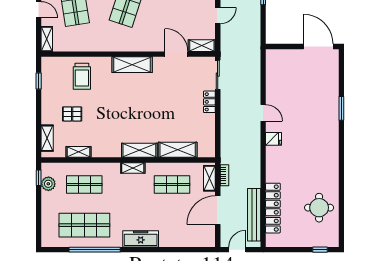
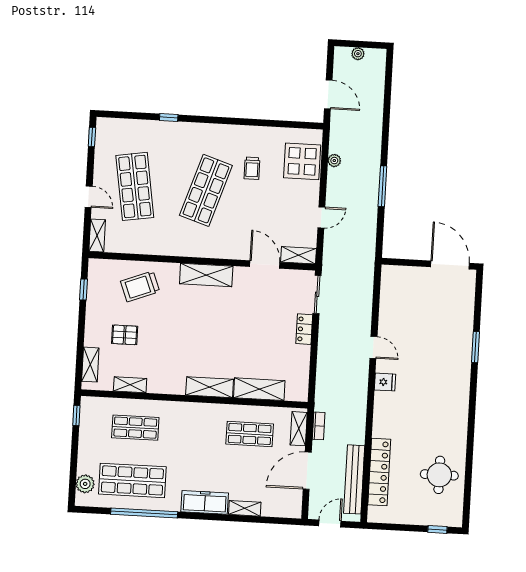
trolley: (82, 76) -> (140, 286), turned 69
shelving: (133, 168) -> (245, 508), moved
plant: (48, 184) -> (85, 484), moved

